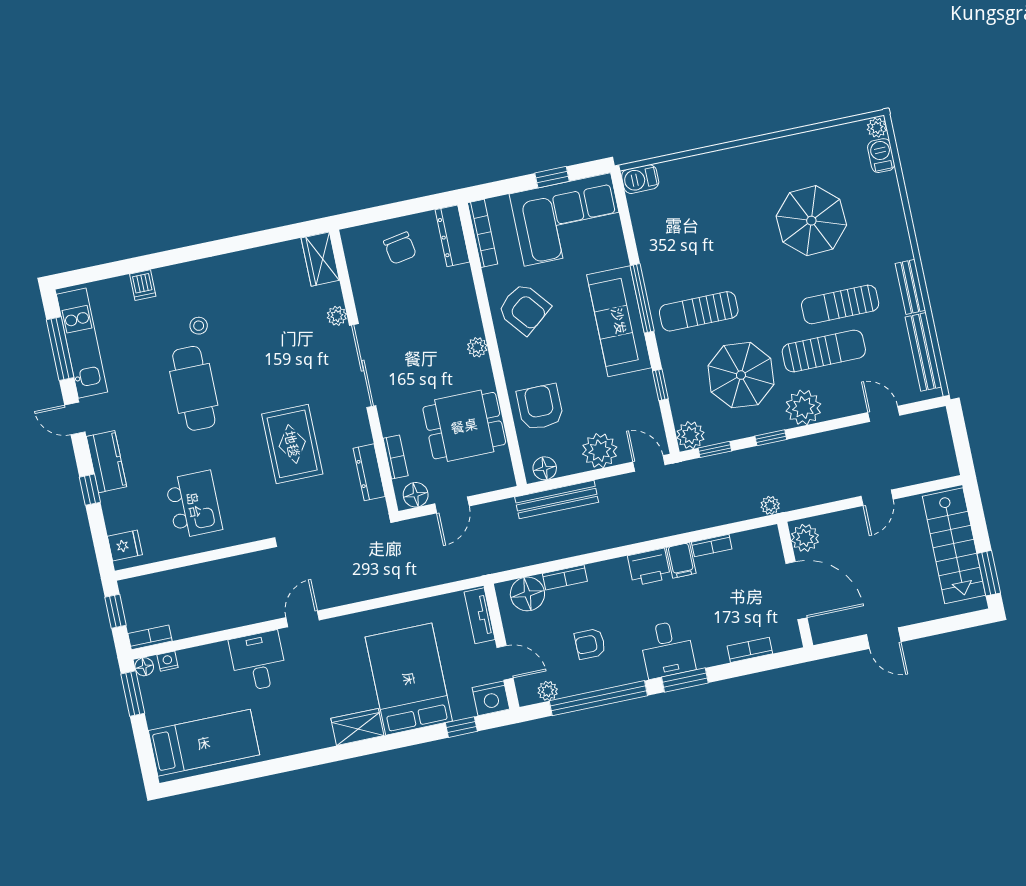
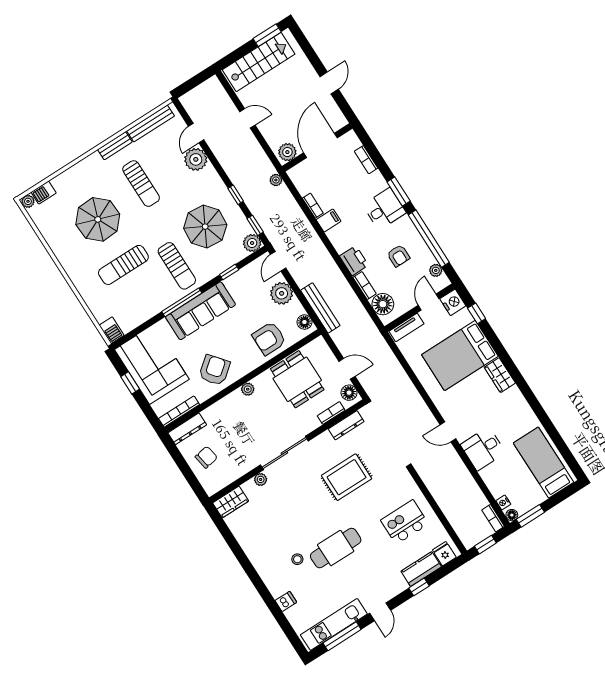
sun lounger: (824, 351) -> (123, 265), moved, turned -90
plant: (803, 407) -> (196, 159), moved
kitchen counter: (106, 462) -> (421, 569), moved
printer: (649, 567) -> (354, 261), moved

